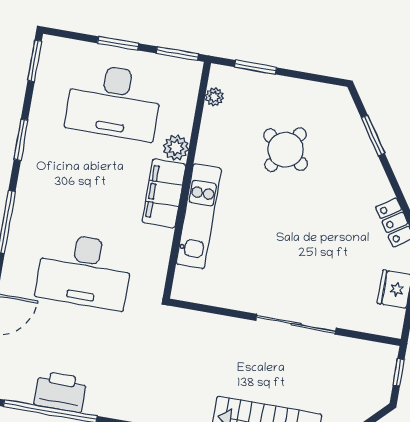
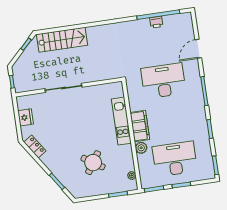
printer: (60, 392) -> (156, 22), width x0.53, depth x0.68

